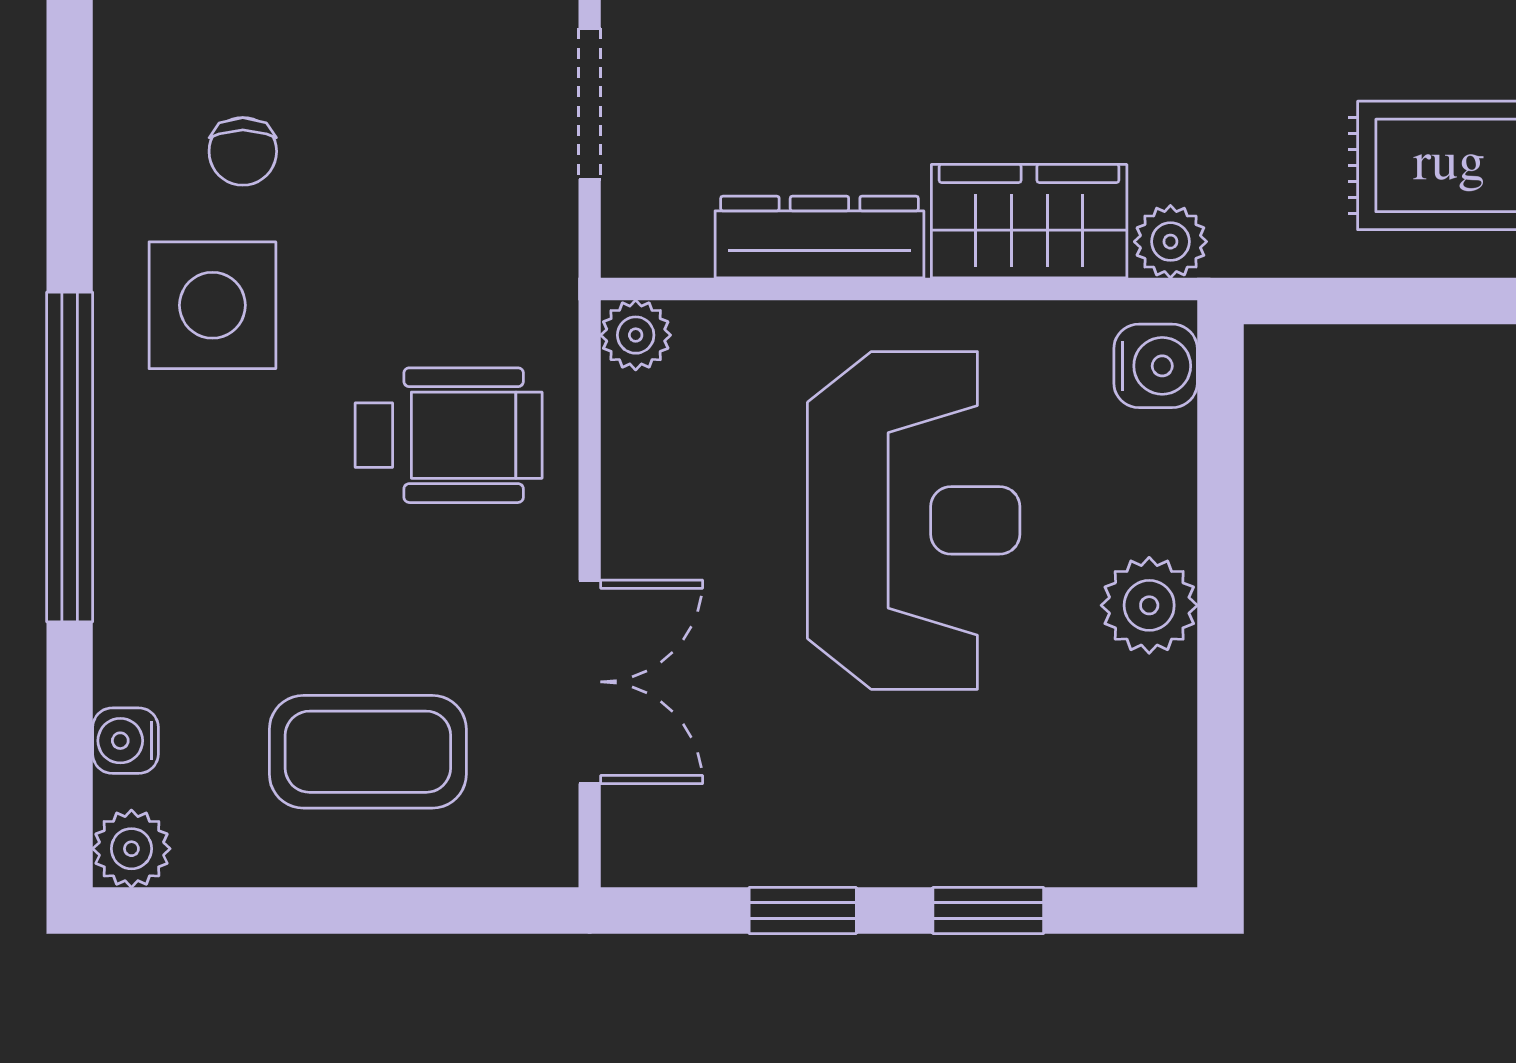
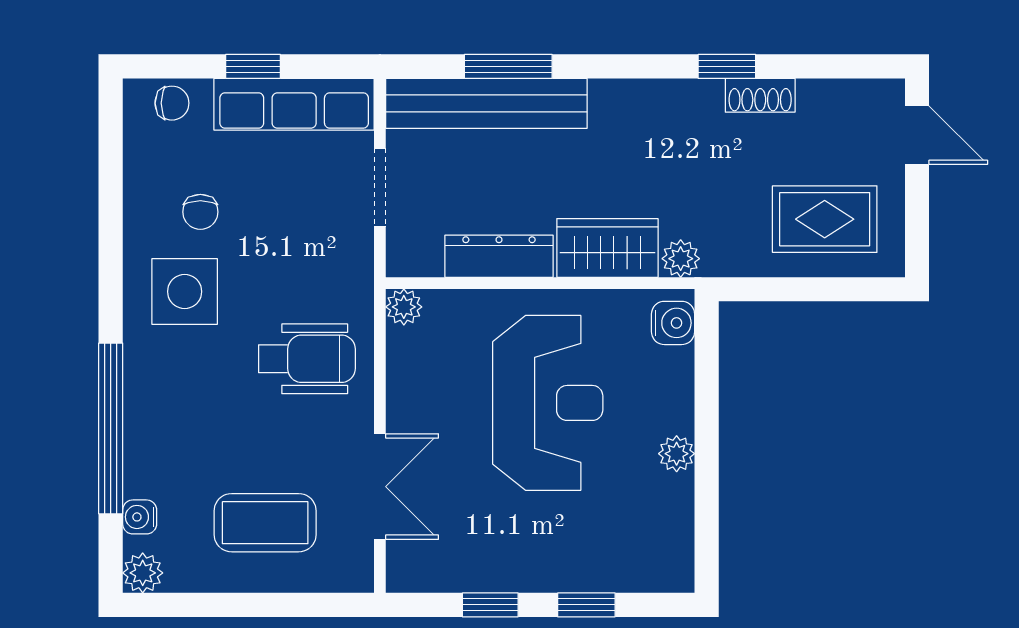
window: (70, 457) -> (111, 428), moved
plant: (1149, 605) -> (677, 454), width x0.73, depth x0.73

